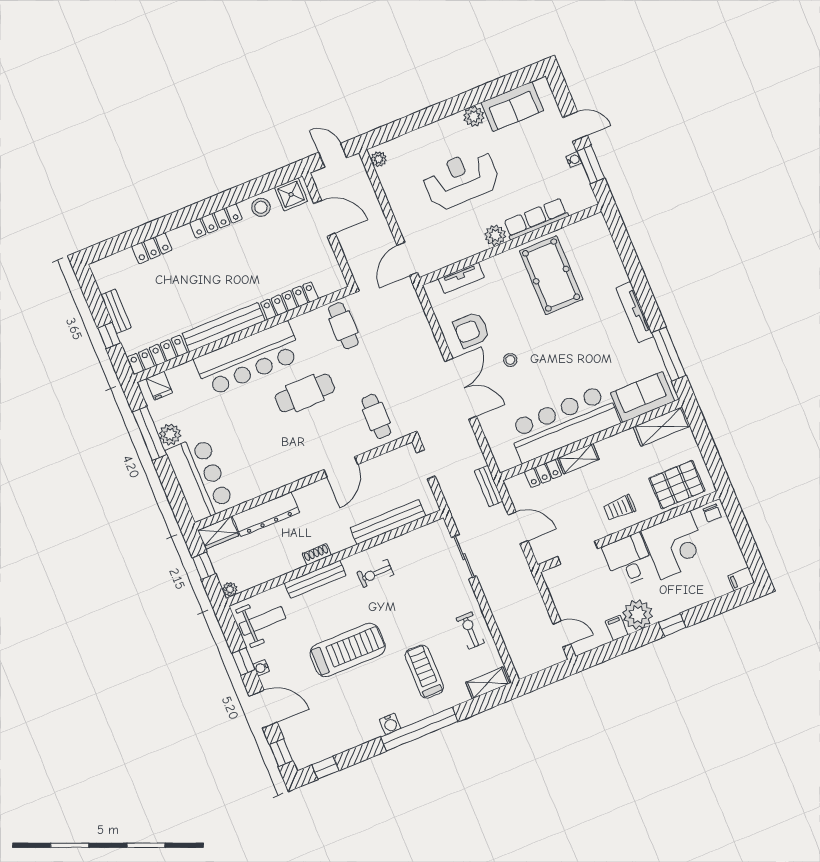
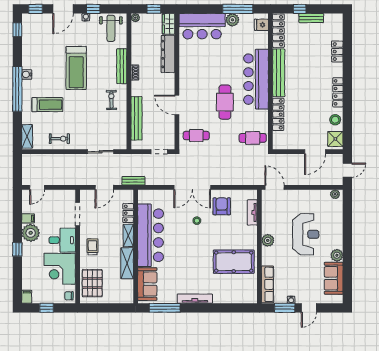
row of seats: (536, 219) -> (268, 284), moved
shelving: (662, 427) -> (127, 263), moved
window: (746, 541) -> (47, 308), added

